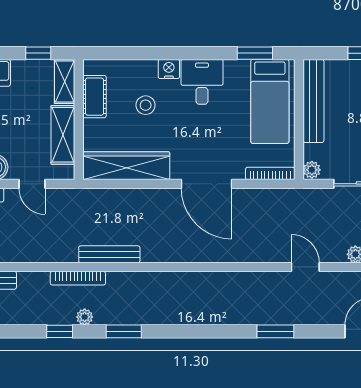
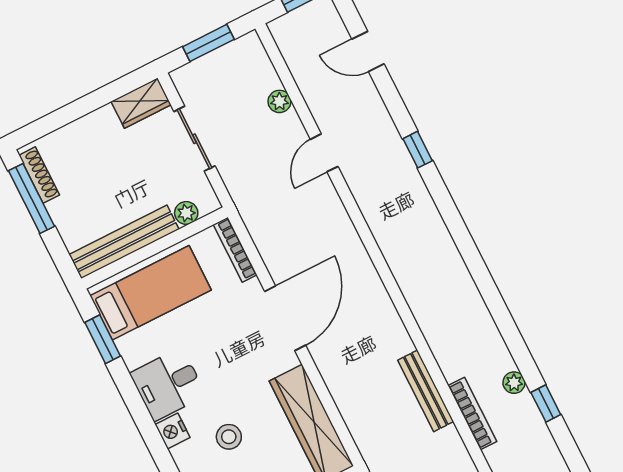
plant: (312, 170) -> (186, 213), moved
window: (124, 331) -> (508, 328), removed
window: (275, 331) -> (418, 150), width x0.67

